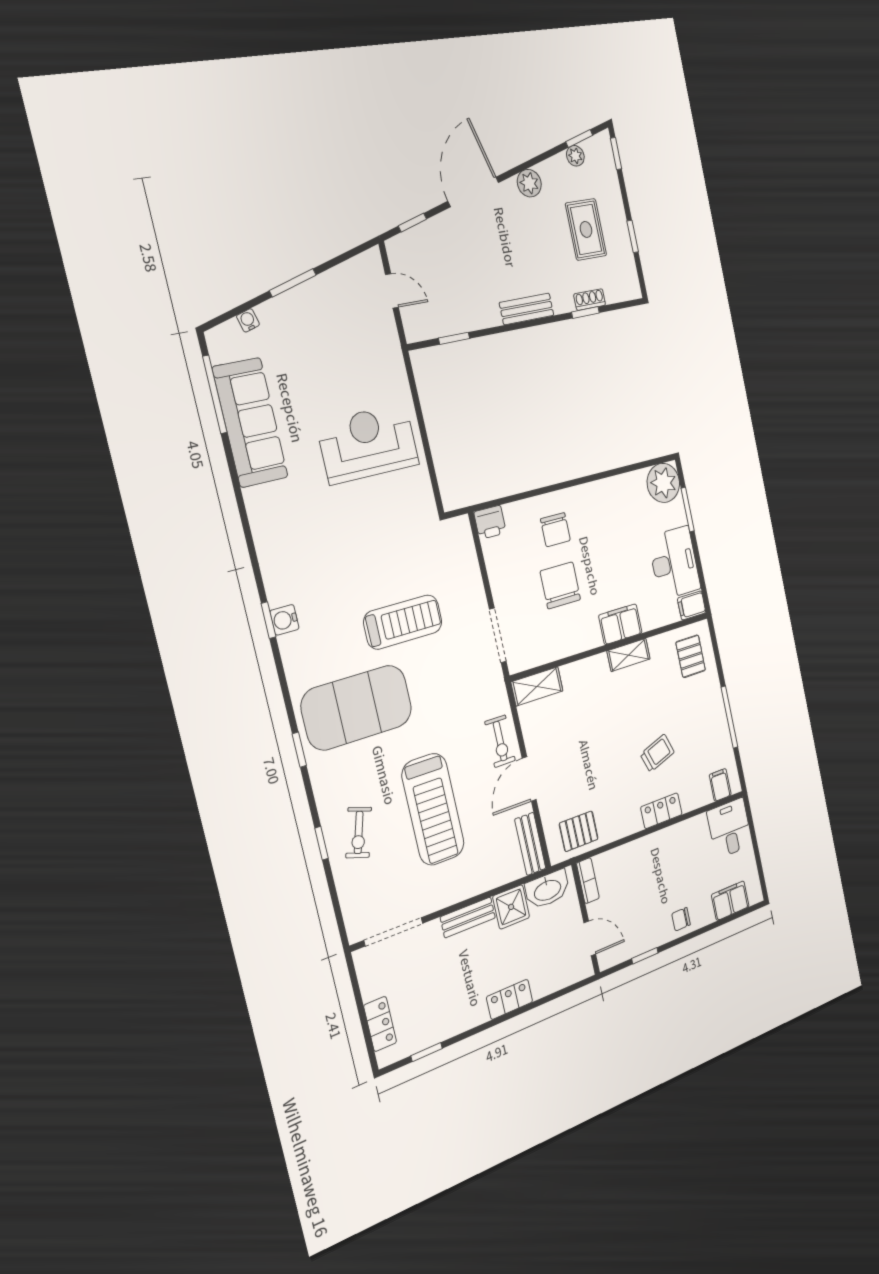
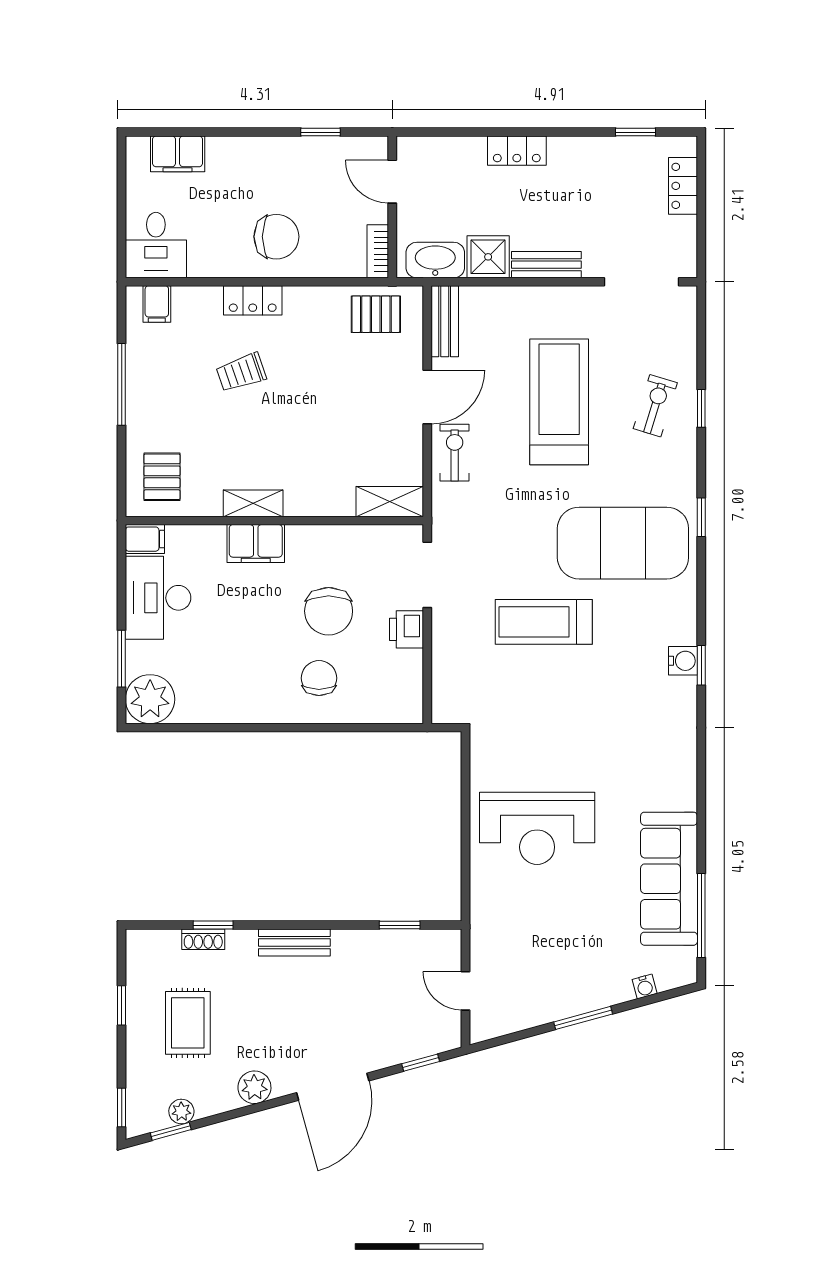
printer: (490, 522) -> (407, 629), moved, turned -90
chair: (681, 919) -> (276, 237), moved, width x1.87, depth x1.87

